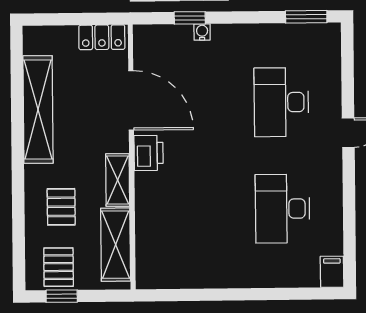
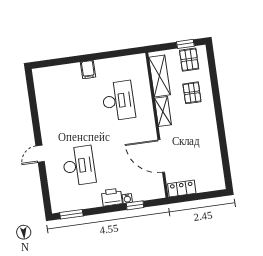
shelving: (38, 109) -> (212, 144), removed
printer: (149, 153) -> (112, 197), moved, turned 90
desk: (282, 209) -> (118, 101), moved
filing cabinet: (332, 272) -> (88, 70), moved

